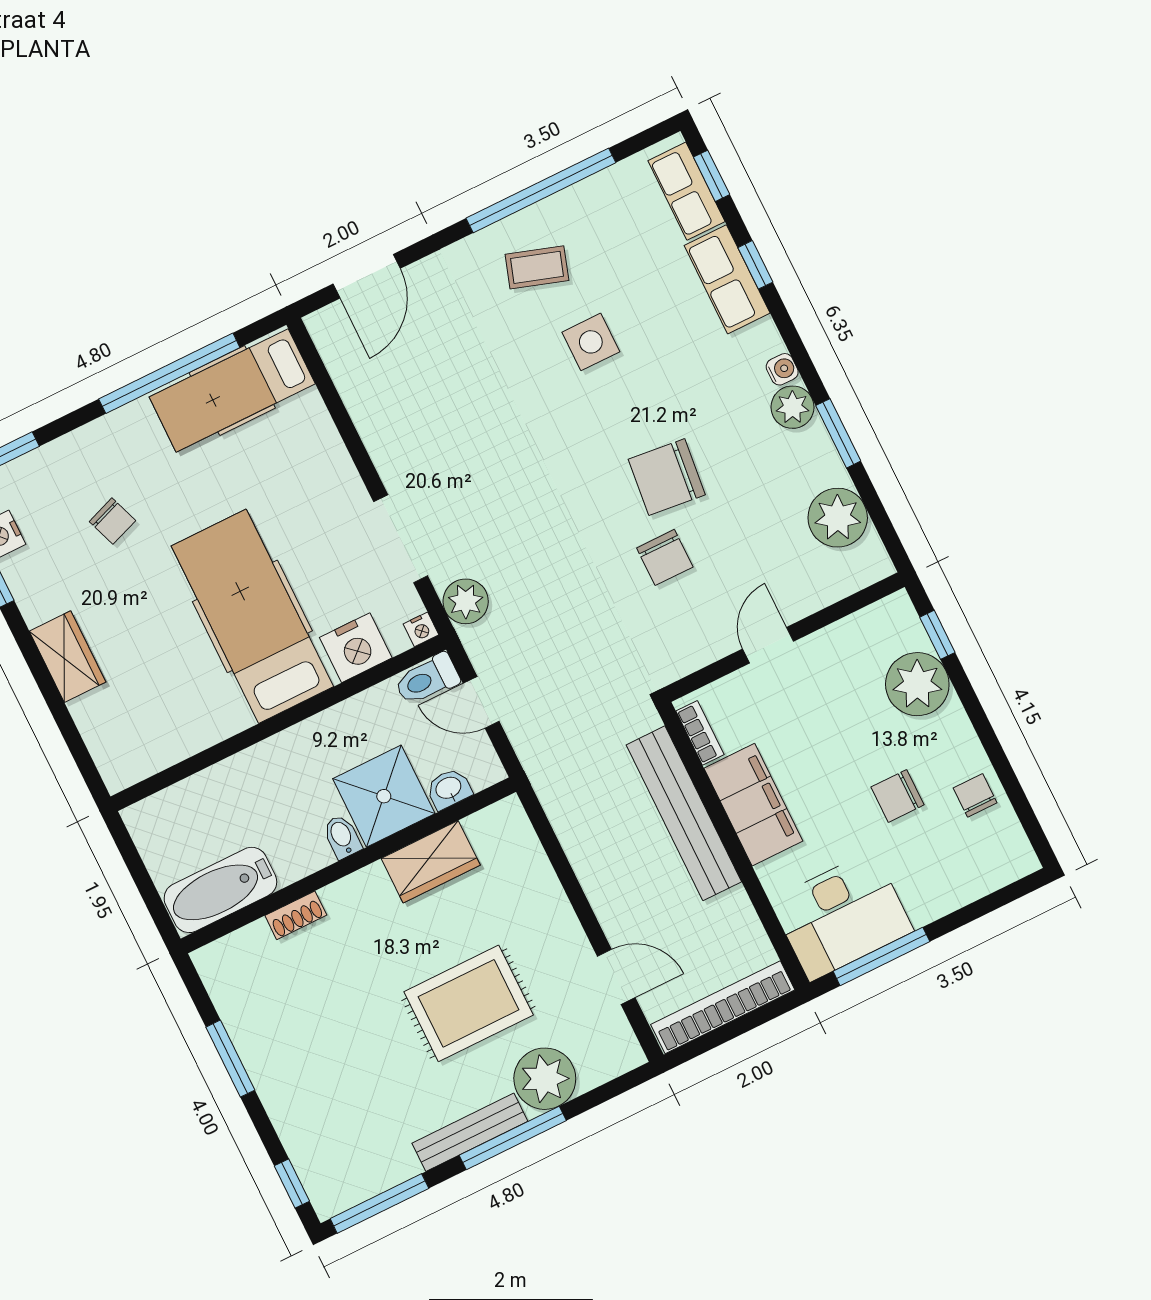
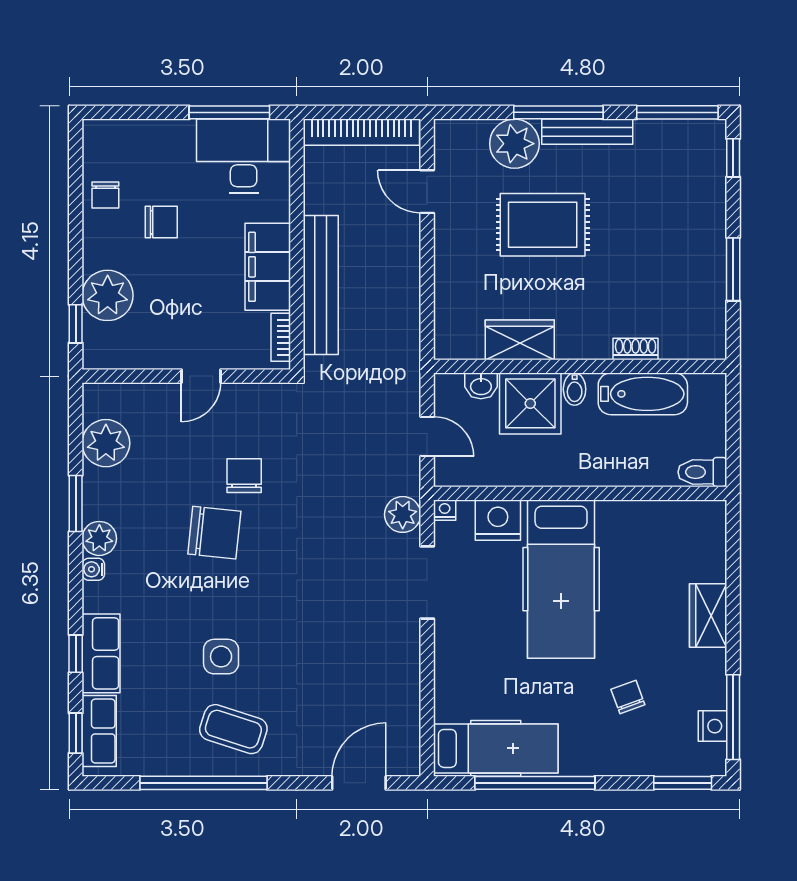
coffee table: (537, 267) -> (233, 729), width x1.36, depth x1.30
toilet: (427, 679) -> (702, 472), moved, turned 180
bathtub: (220, 890) -> (643, 394), moved

